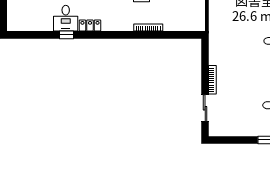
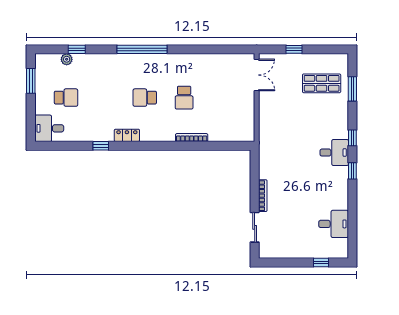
desk: (66, 18) -> (49, 128), moved, turned 90

